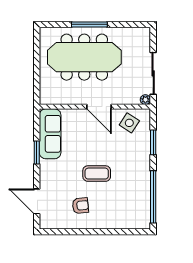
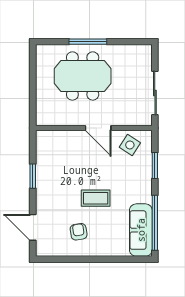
meeting table: (84, 57) -> (83, 76), width x0.73
plant: (145, 100) -> (147, 121), removed
sofa: (50, 134) -> (141, 230), moved, turned 180
armchair: (80, 206) -> (79, 232), turned -93

